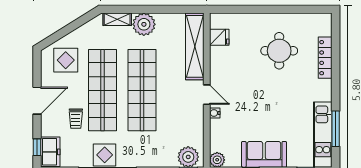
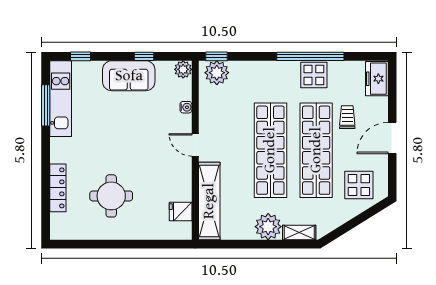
water cooler: (215, 113) -> (186, 107), moved
window: (37, 147) -> (392, 84), removed

